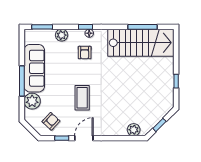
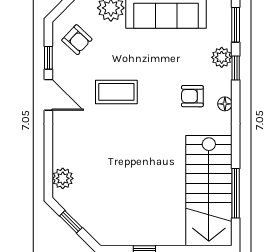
window: (86, 27) -> (236, 68), moved

